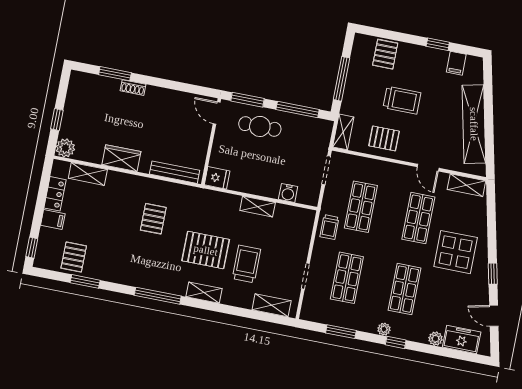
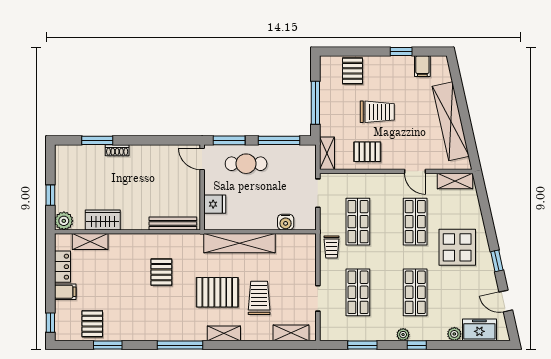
wardrobe: (121, 158) -> (103, 220), moved
fridge: (217, 178) -> (215, 204), moved
shelving: (258, 207) -> (239, 243), width x2.20, depth x1.33

